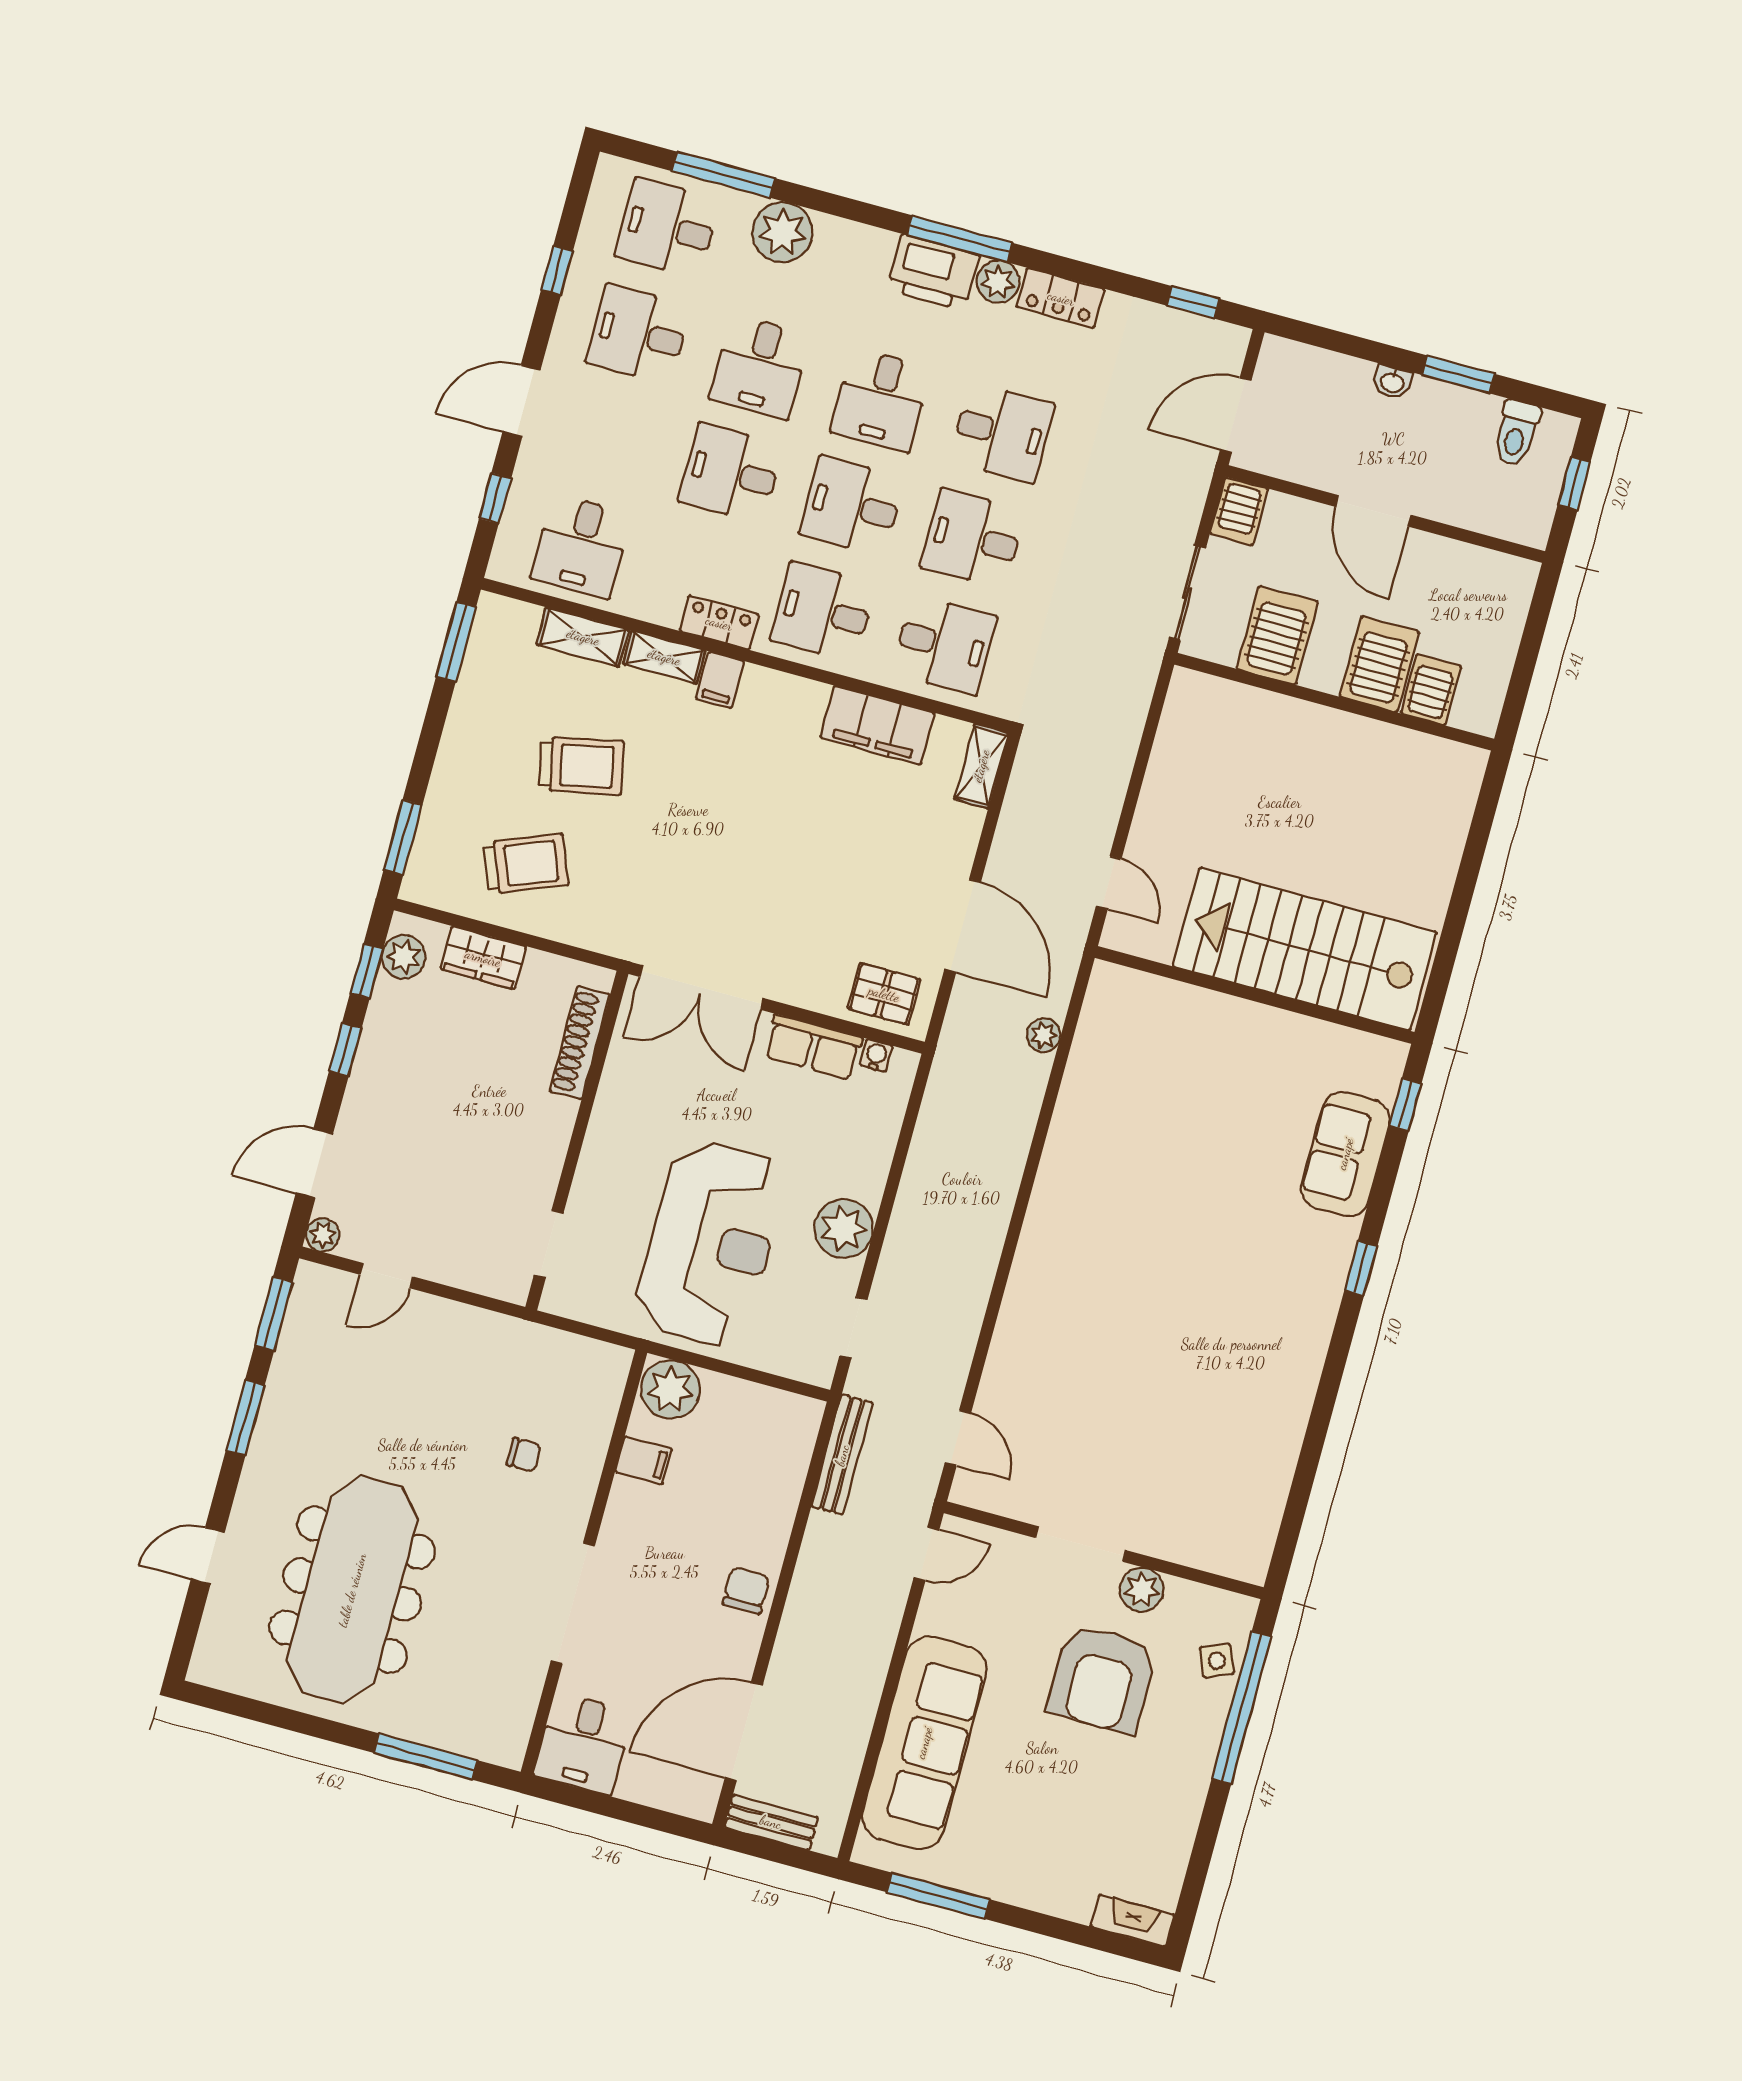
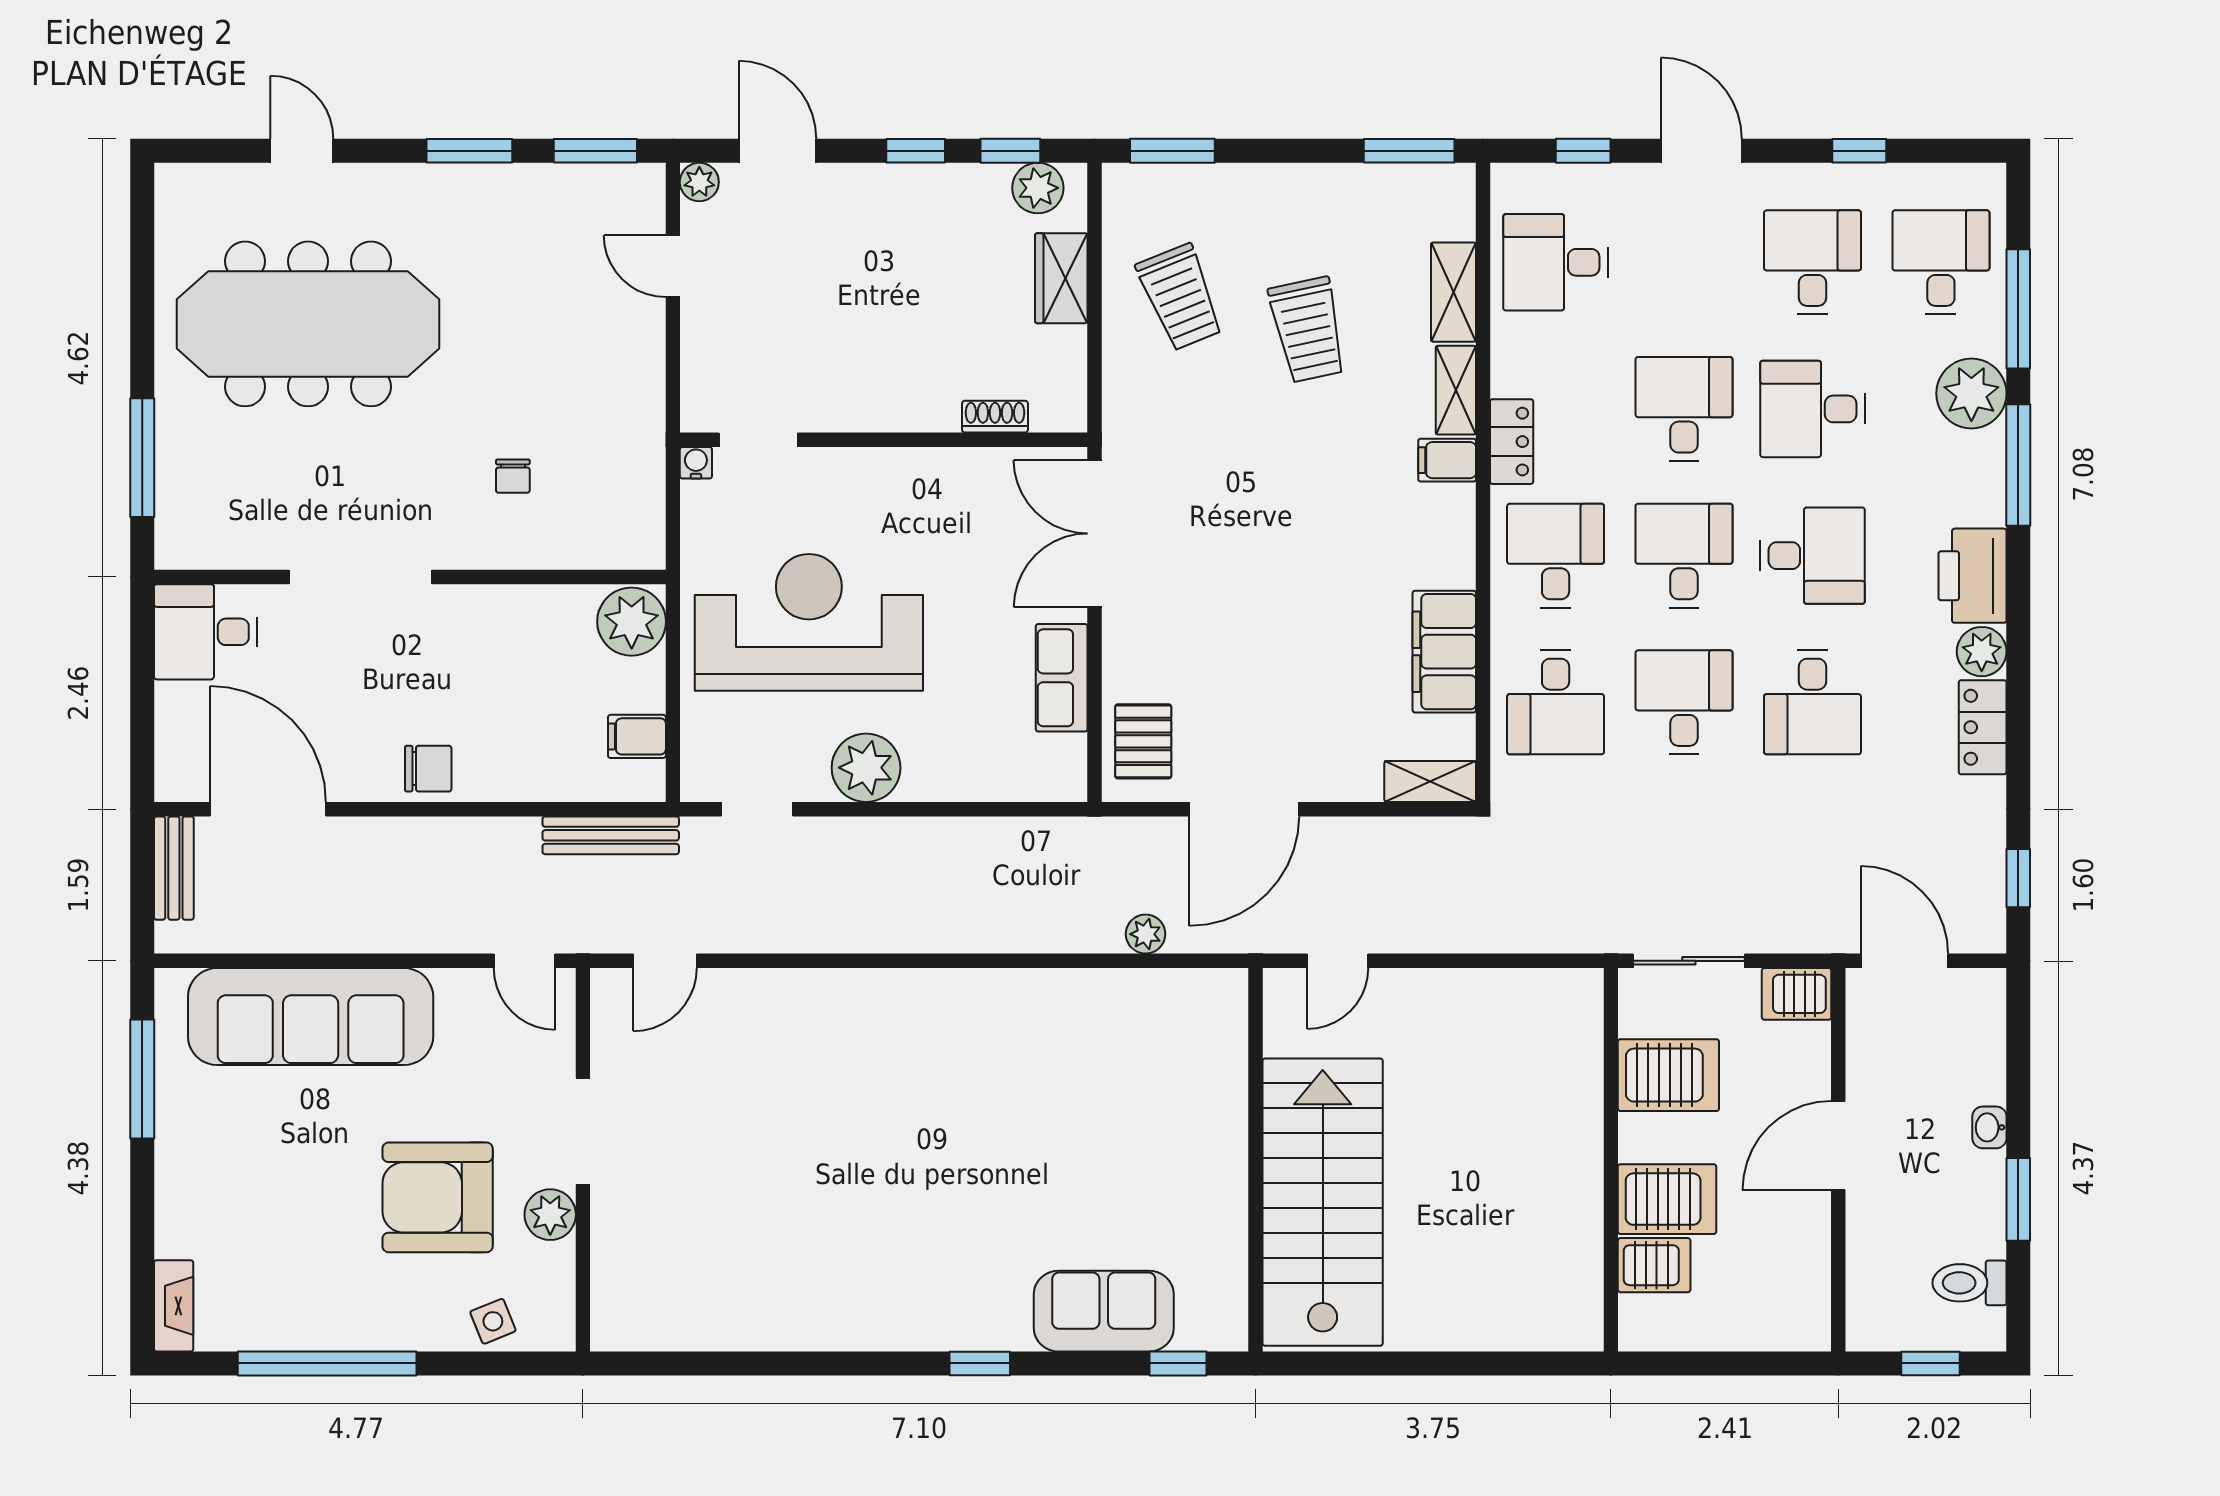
window: (960, 239) -> (2018, 465), moved
desk: (881, 400) -> (1812, 556), turned 180
shoe rack: (580, 1043) -> (995, 417), width x0.51, depth x0.81
water cooler: (876, 1055) -> (696, 463), moved, turned -90
reception desk: (711, 1243) -> (809, 622), turned 180
filing cabinet: (644, 1460) -> (637, 736), moved, turned 90
window: (1241, 1708) -> (327, 1363), moved

